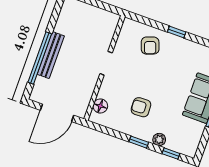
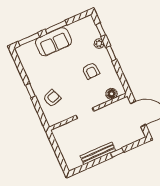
bench: (51, 55) -> (98, 153), moved
window: (40, 58) -> (117, 153), width x0.32

